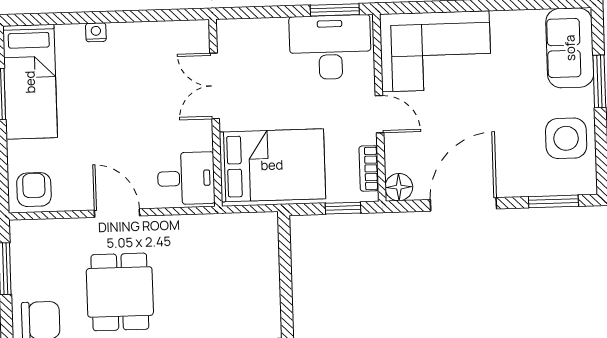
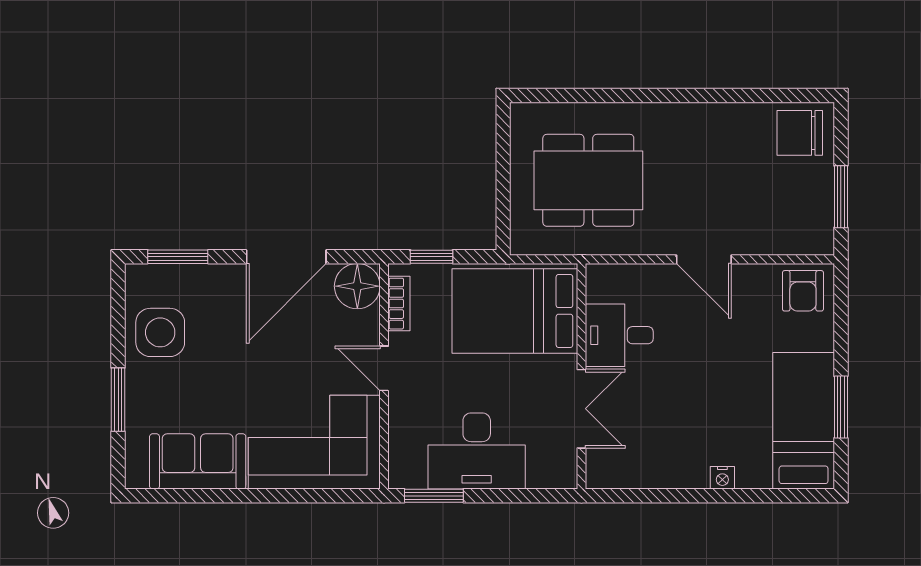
desk: (330, 47) -> (477, 451), moved
sofa: (570, 48) -> (198, 461), moved, turned -90
desk: (186, 178) -> (619, 335), moved
floor lamp: (399, 187) -> (357, 286), width x1.38, depth x1.38
dining table: (120, 292) -> (588, 180), moved, width x1.38

